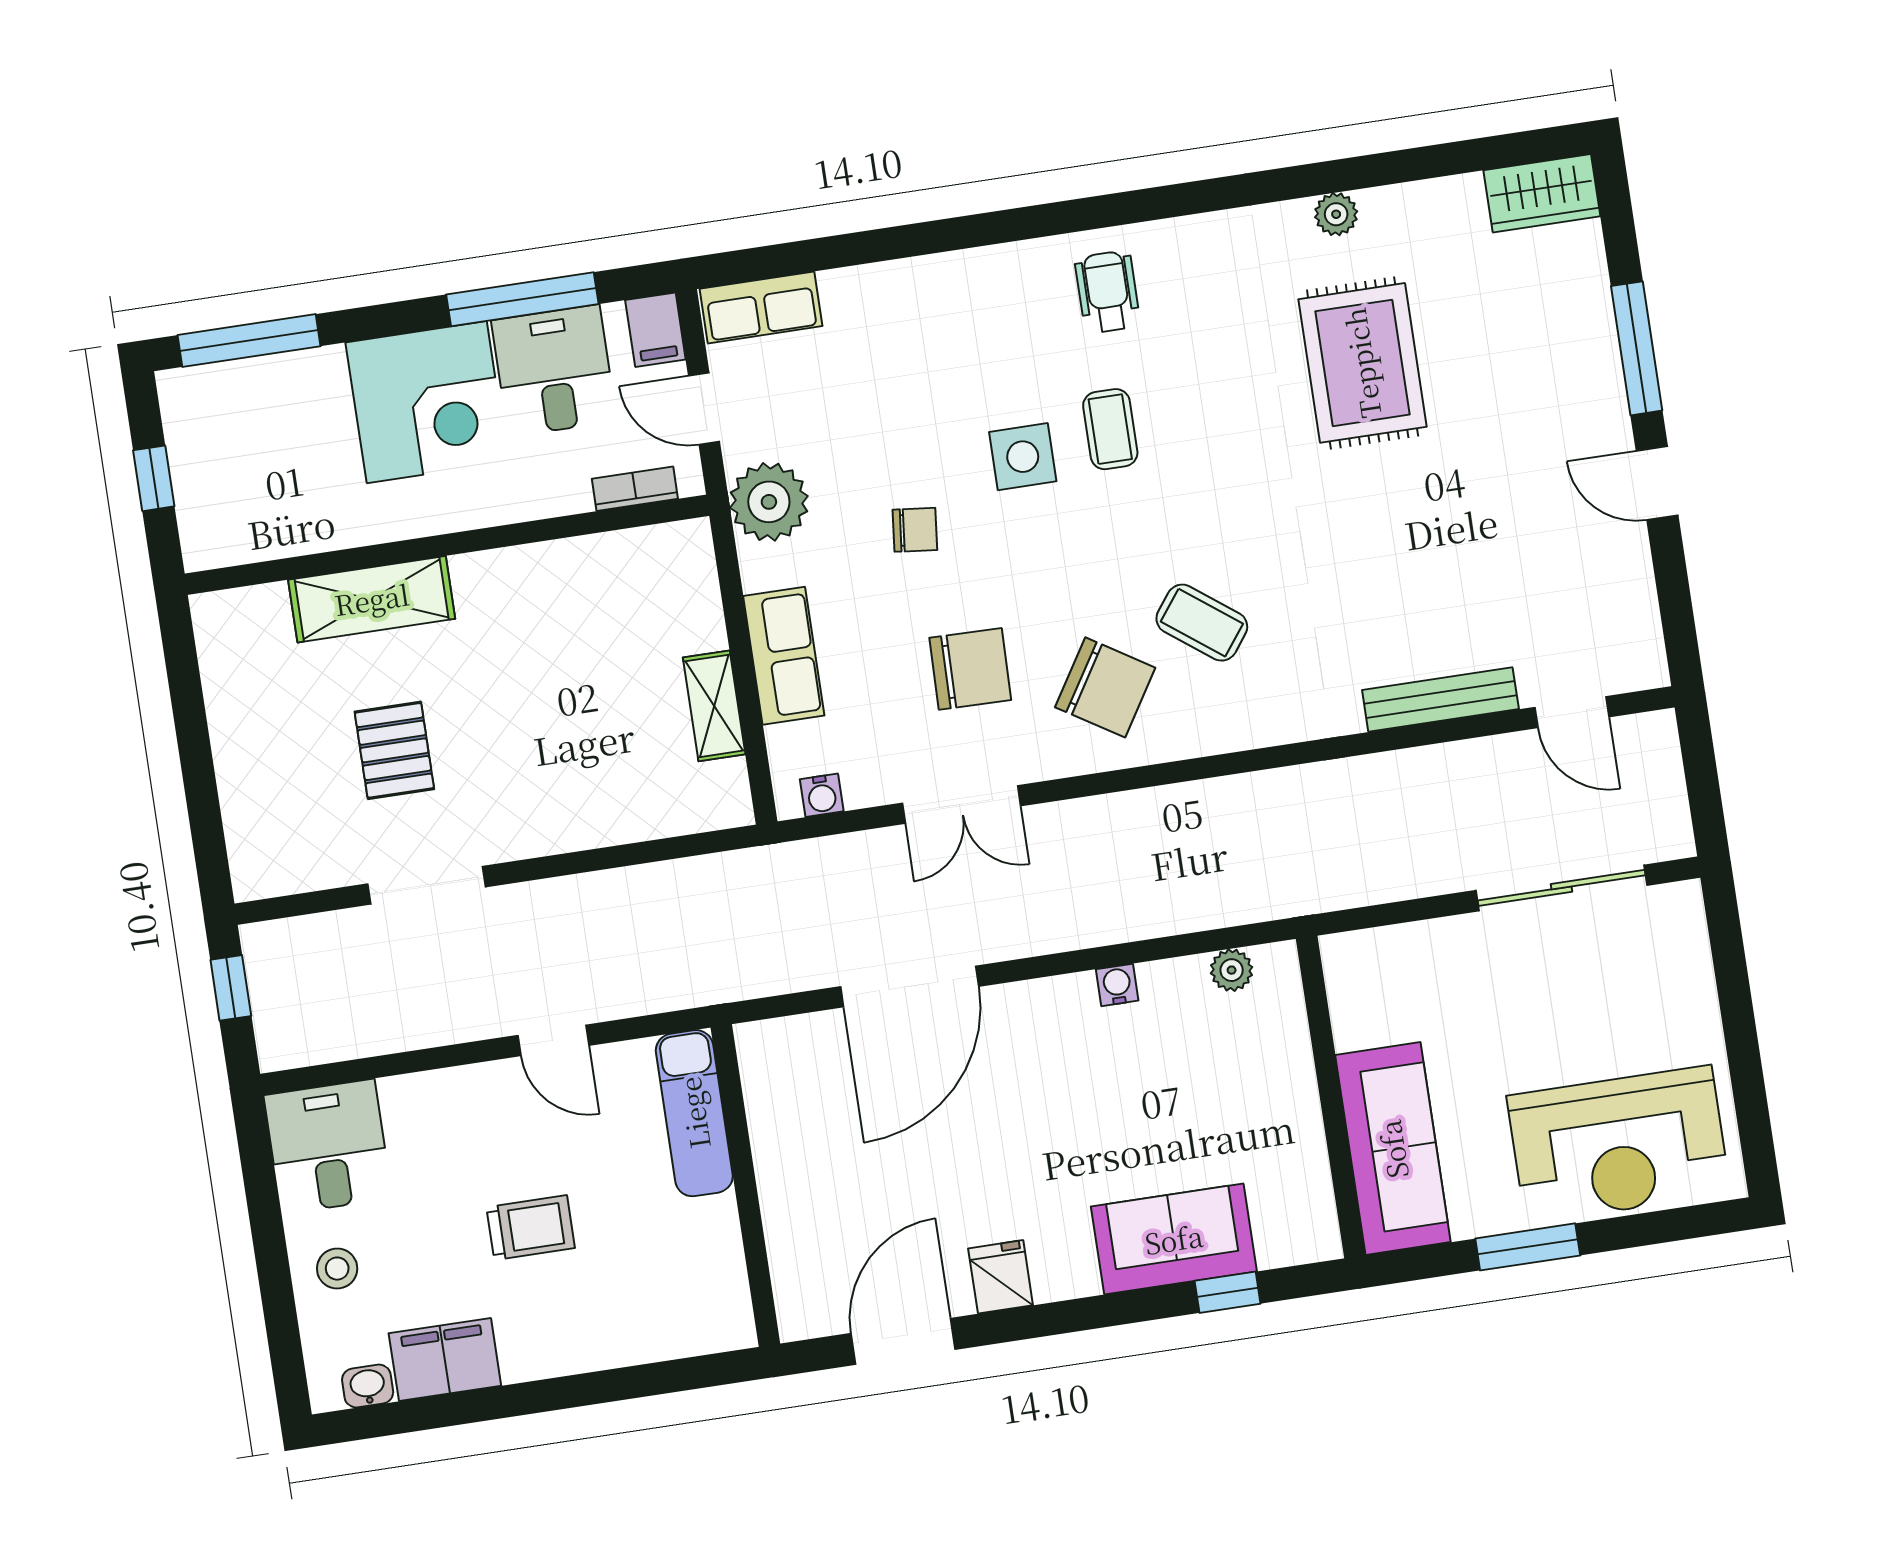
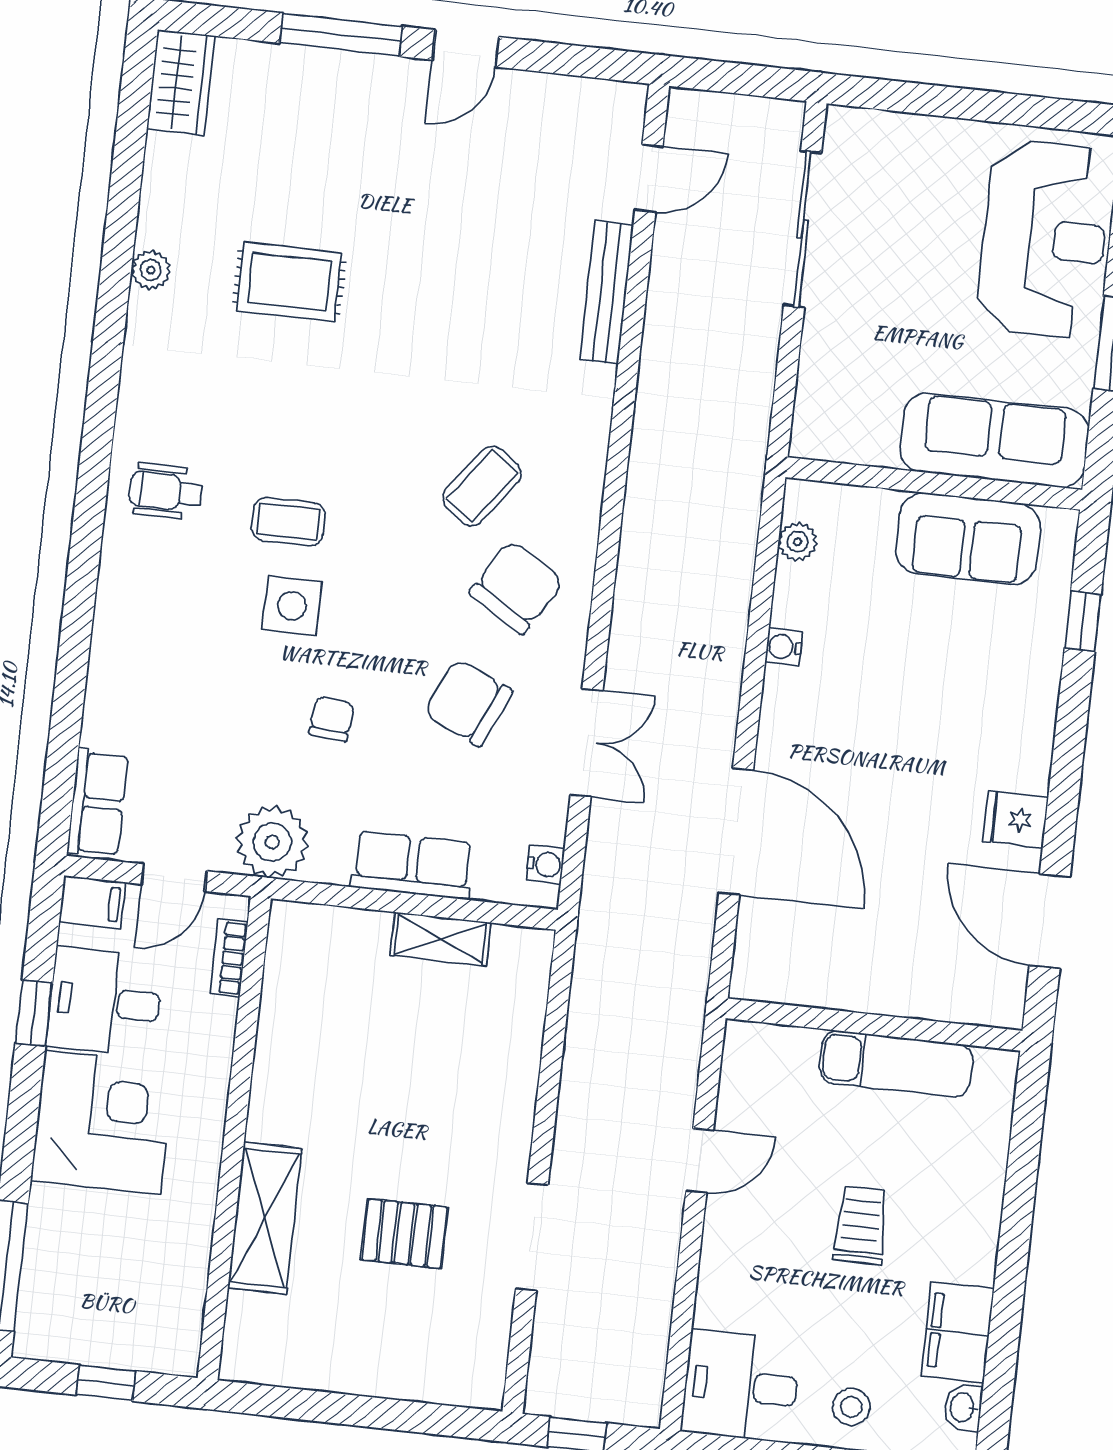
window: (522, 299) -> (34, 1013), width x0.46
rug: (1362, 363) -> (289, 282), width x0.73, depth x0.70
chair: (970, 669) -> (468, 703), turned -67
exam couch: (694, 1113) -> (896, 1064), moved
sofa: (1174, 1239) -> (968, 539), moved, turned -90

